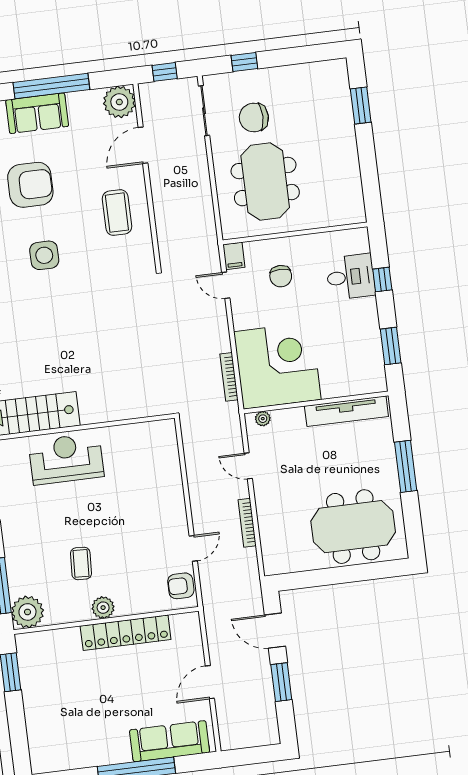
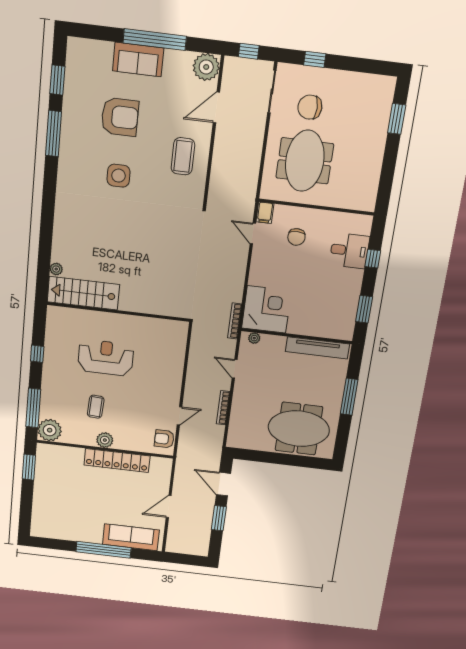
corner desk: (277, 366) -> (267, 309), width x0.74, depth x0.74
bookcase: (229, 377) -> (235, 321), moved
reception desk: (66, 459) -> (106, 358), moved

